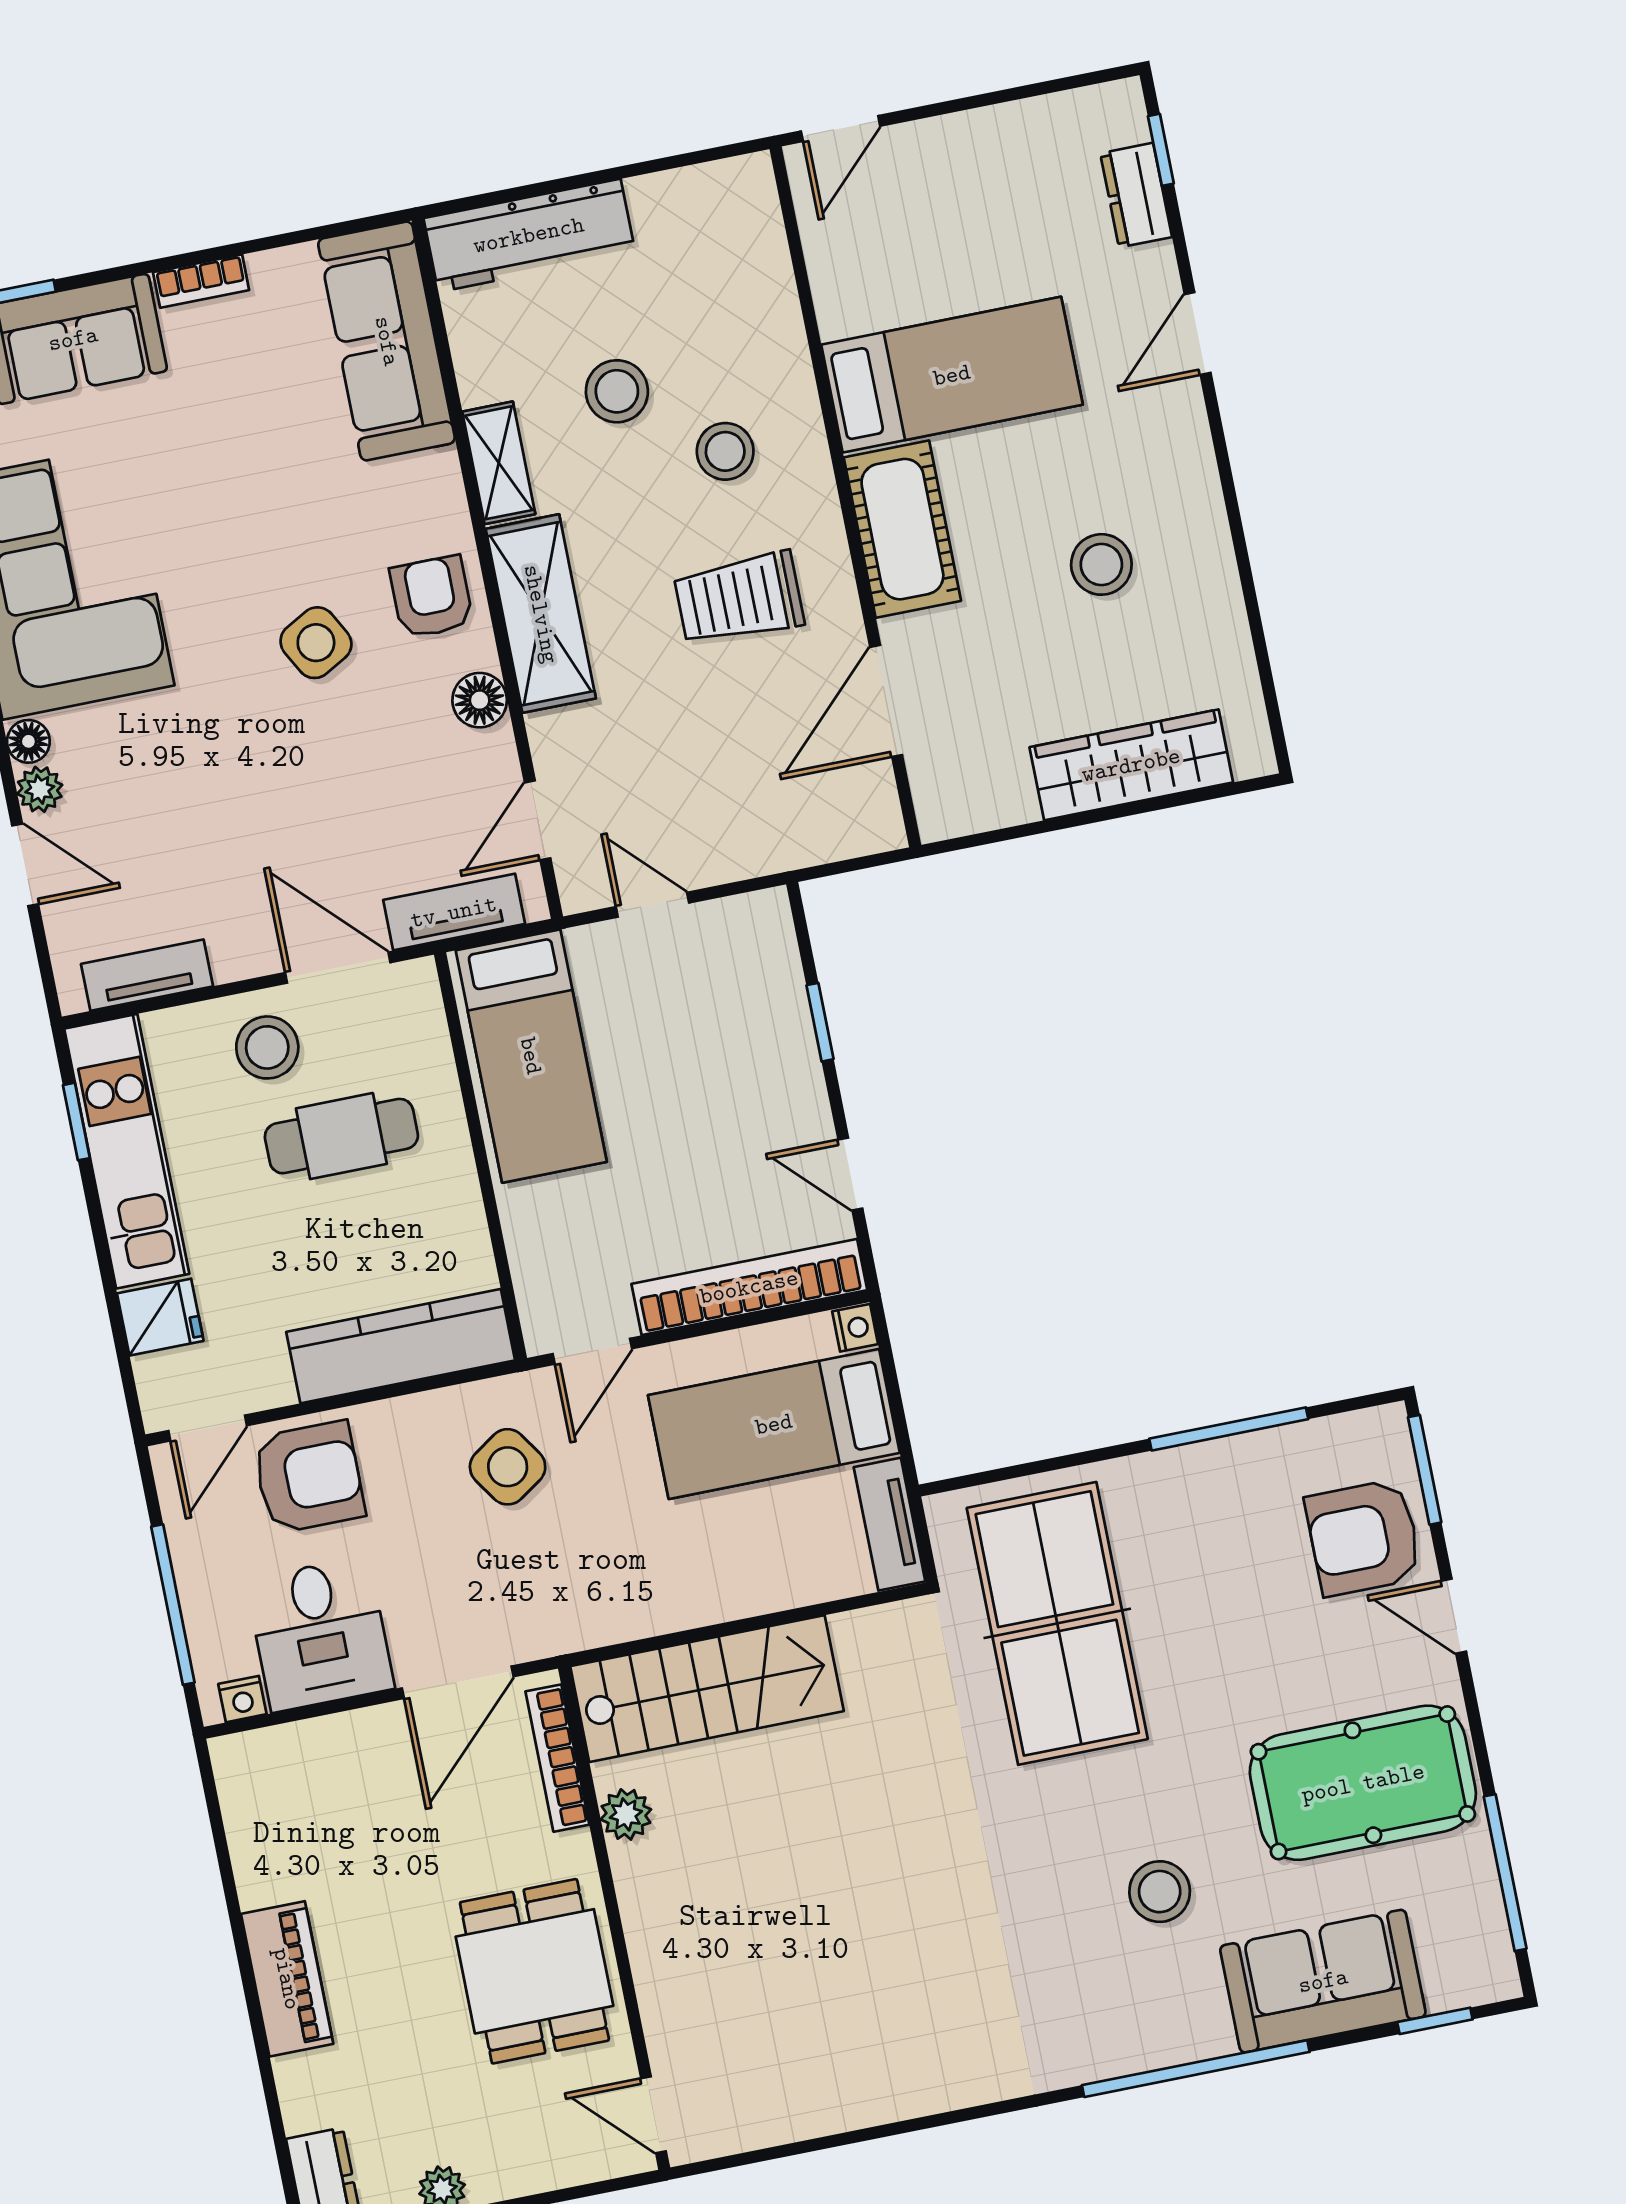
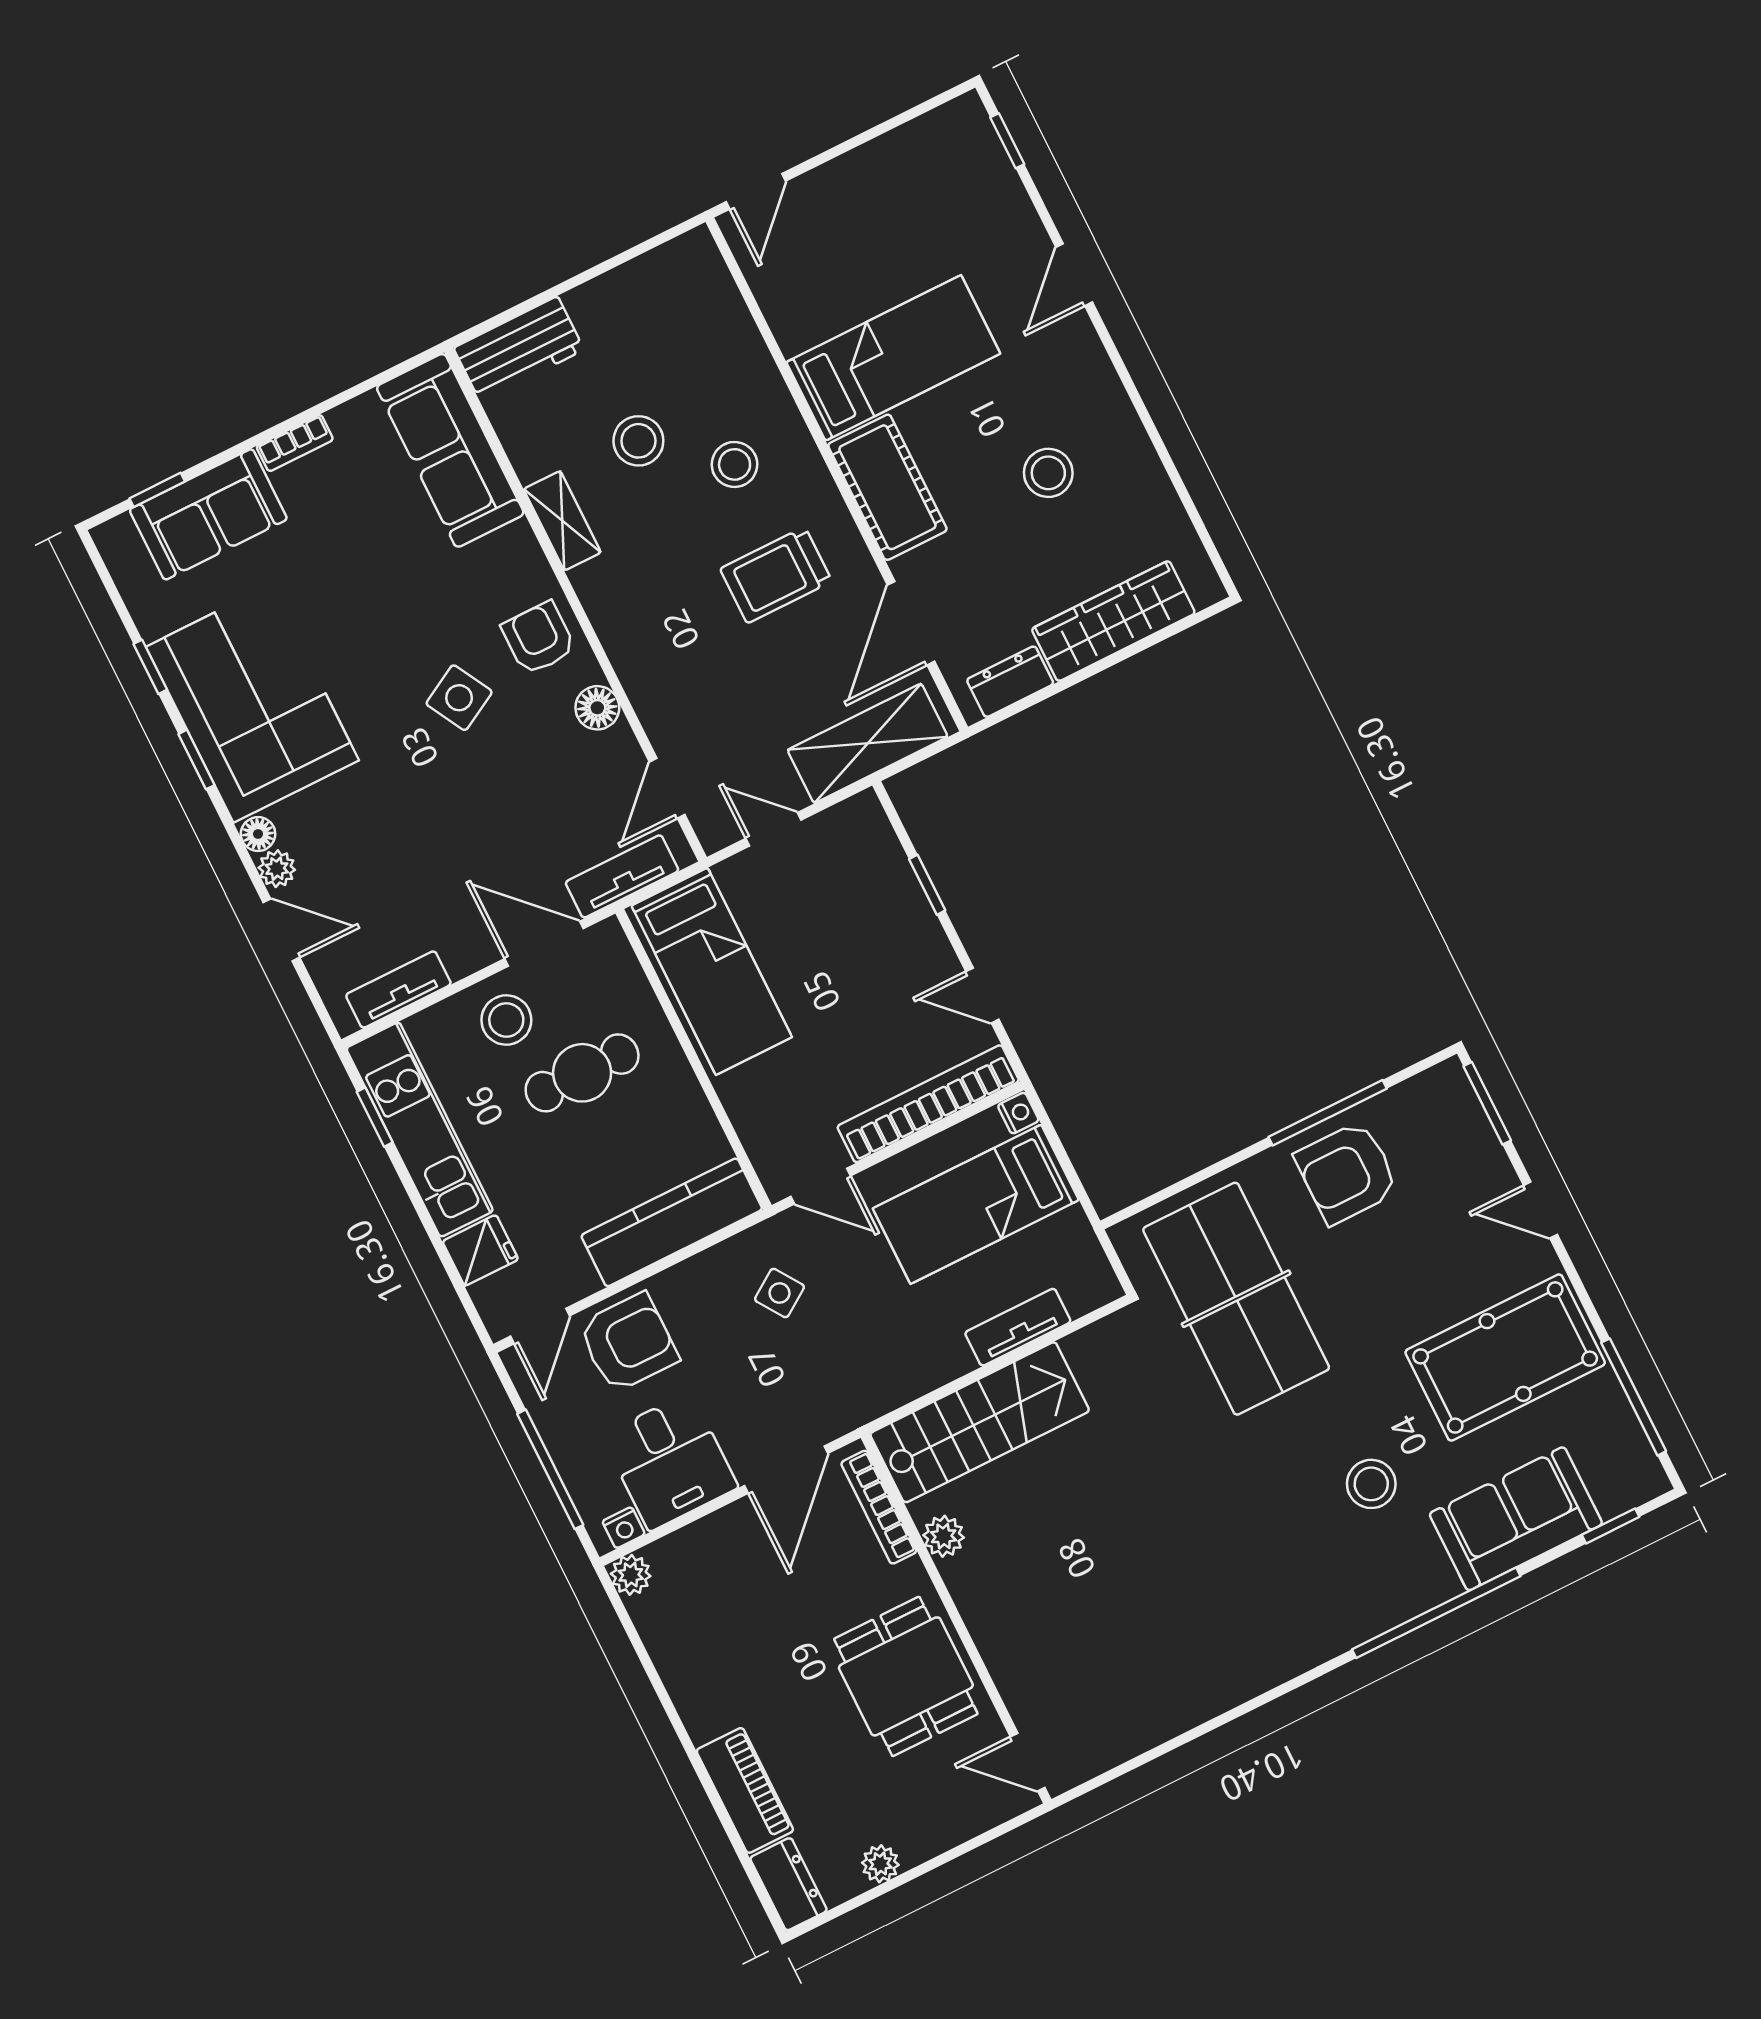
dresser: (1136, 195) -> (1010, 682), moved, turned 90
workbench: (529, 235) -> (519, 349), width x0.73
shelving: (541, 614) -> (868, 743), moved, turned 90
door: (592, 1351) -> (821, 1186), hinge flipped
side table: (508, 1467) -> (779, 1293), width x0.73, depth x0.73
tv unit: (890, 1524) -> (1018, 1327), moved, turned 90
armchair: (1364, 1538) -> (1347, 1173), moved
plant: (235, 1758) -> (631, 1575), added
piano: (287, 1979) -> (745, 1790), moved

